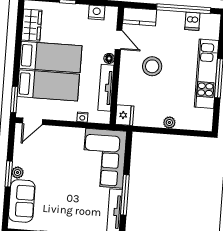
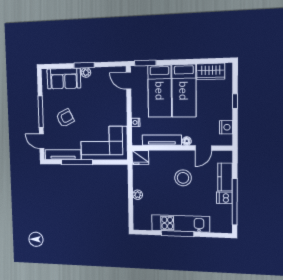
kitchen counter: (140, 17) -> (225, 177), moved
dishwasher: (192, 21) -> (224, 198), moved
armchair: (70, 204) -> (65, 118), added

